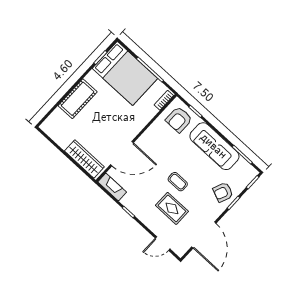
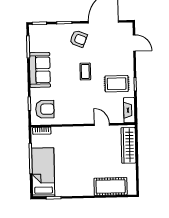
bed: (125, 73) -> (43, 172), width x0.67
cot: (78, 99) -> (111, 186), moved
sofa: (214, 146) -> (40, 70), width x0.73
door: (122, 154) -> (102, 125), width x0.53
armchair: (223, 192) -> (78, 39), moved
rug: (172, 208) -> (117, 84), moved, turned 90

